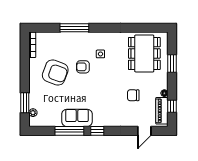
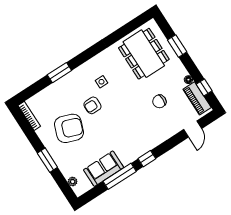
window: (74, 28) -> (59, 73), width x0.69
window: (25, 103) -> (47, 160), moved
sofa: (77, 118) -> (104, 169), moved

